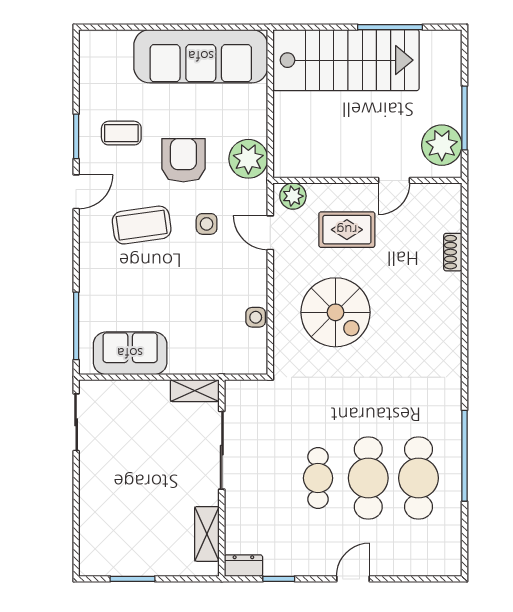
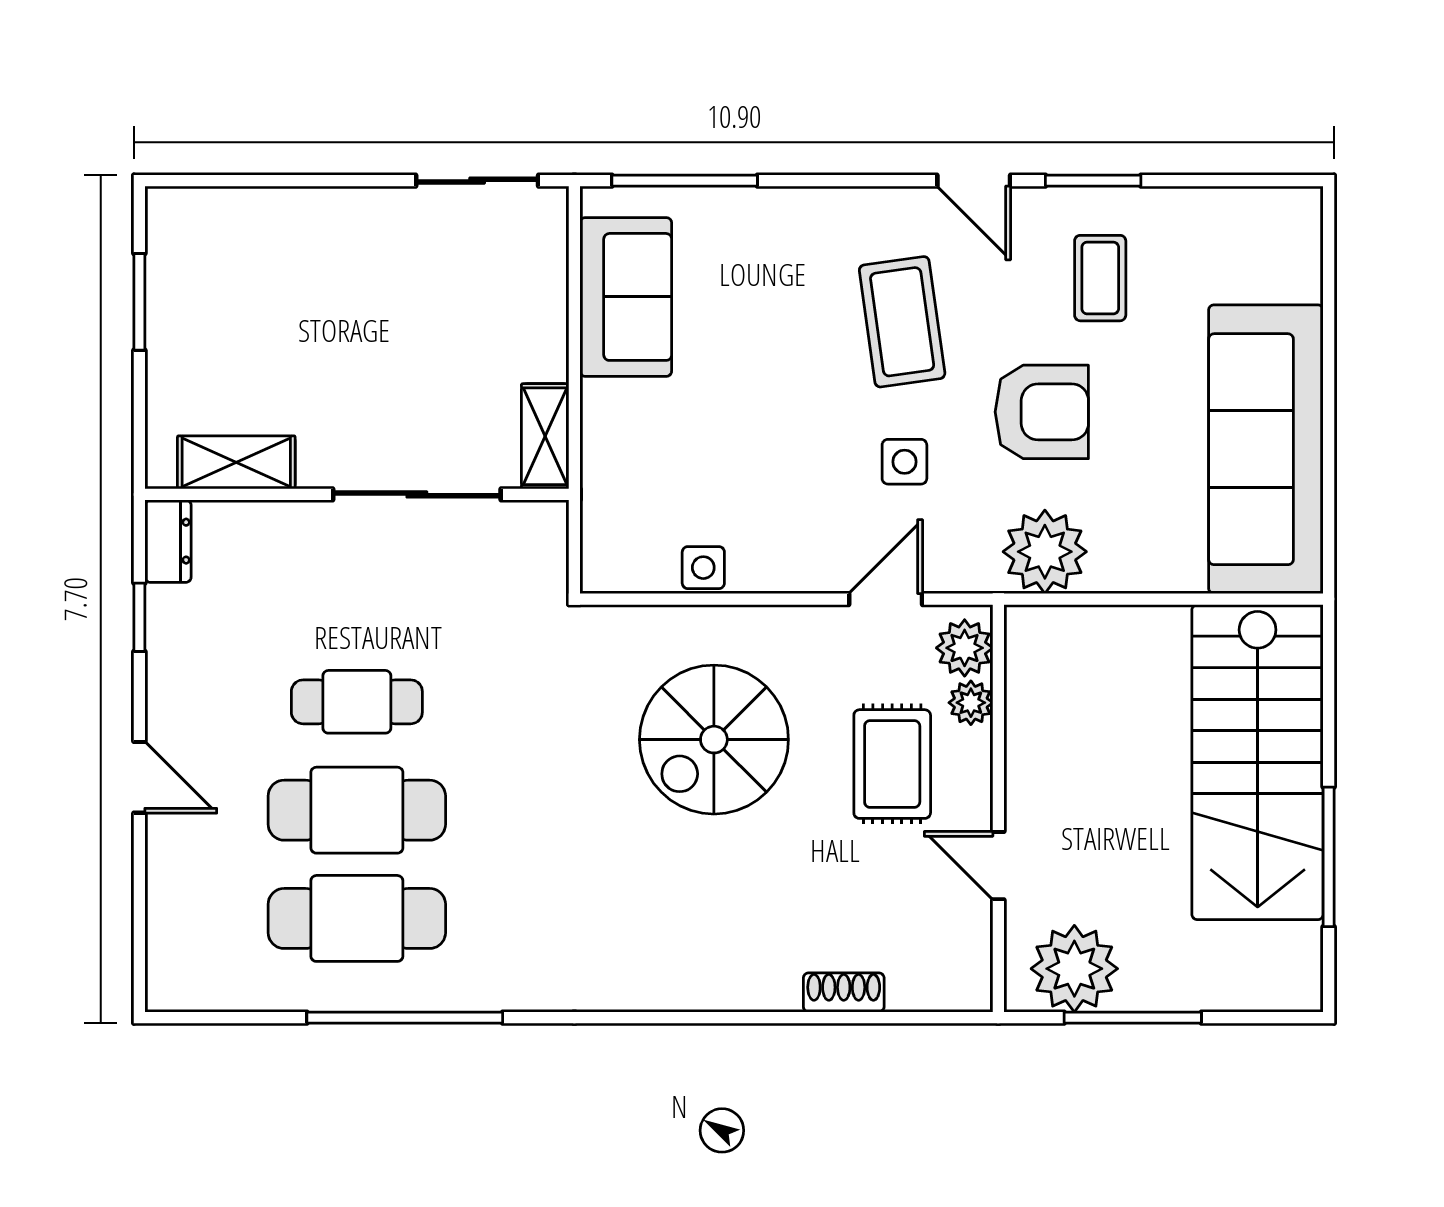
plant: (318, 193) -> (971, 703), added

